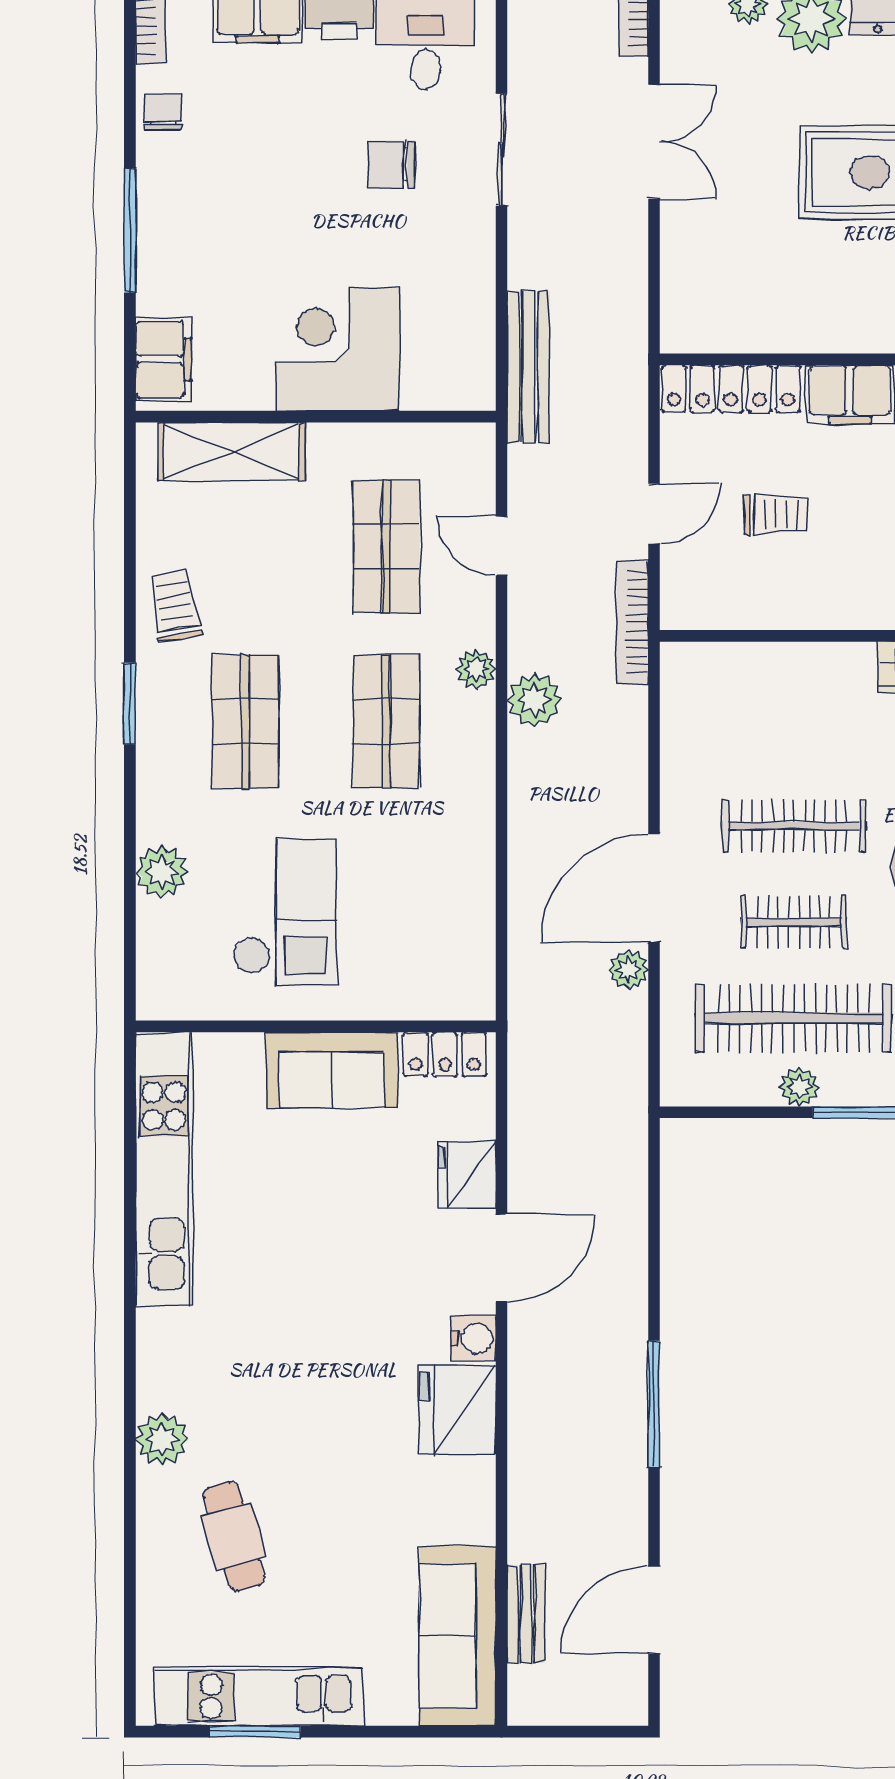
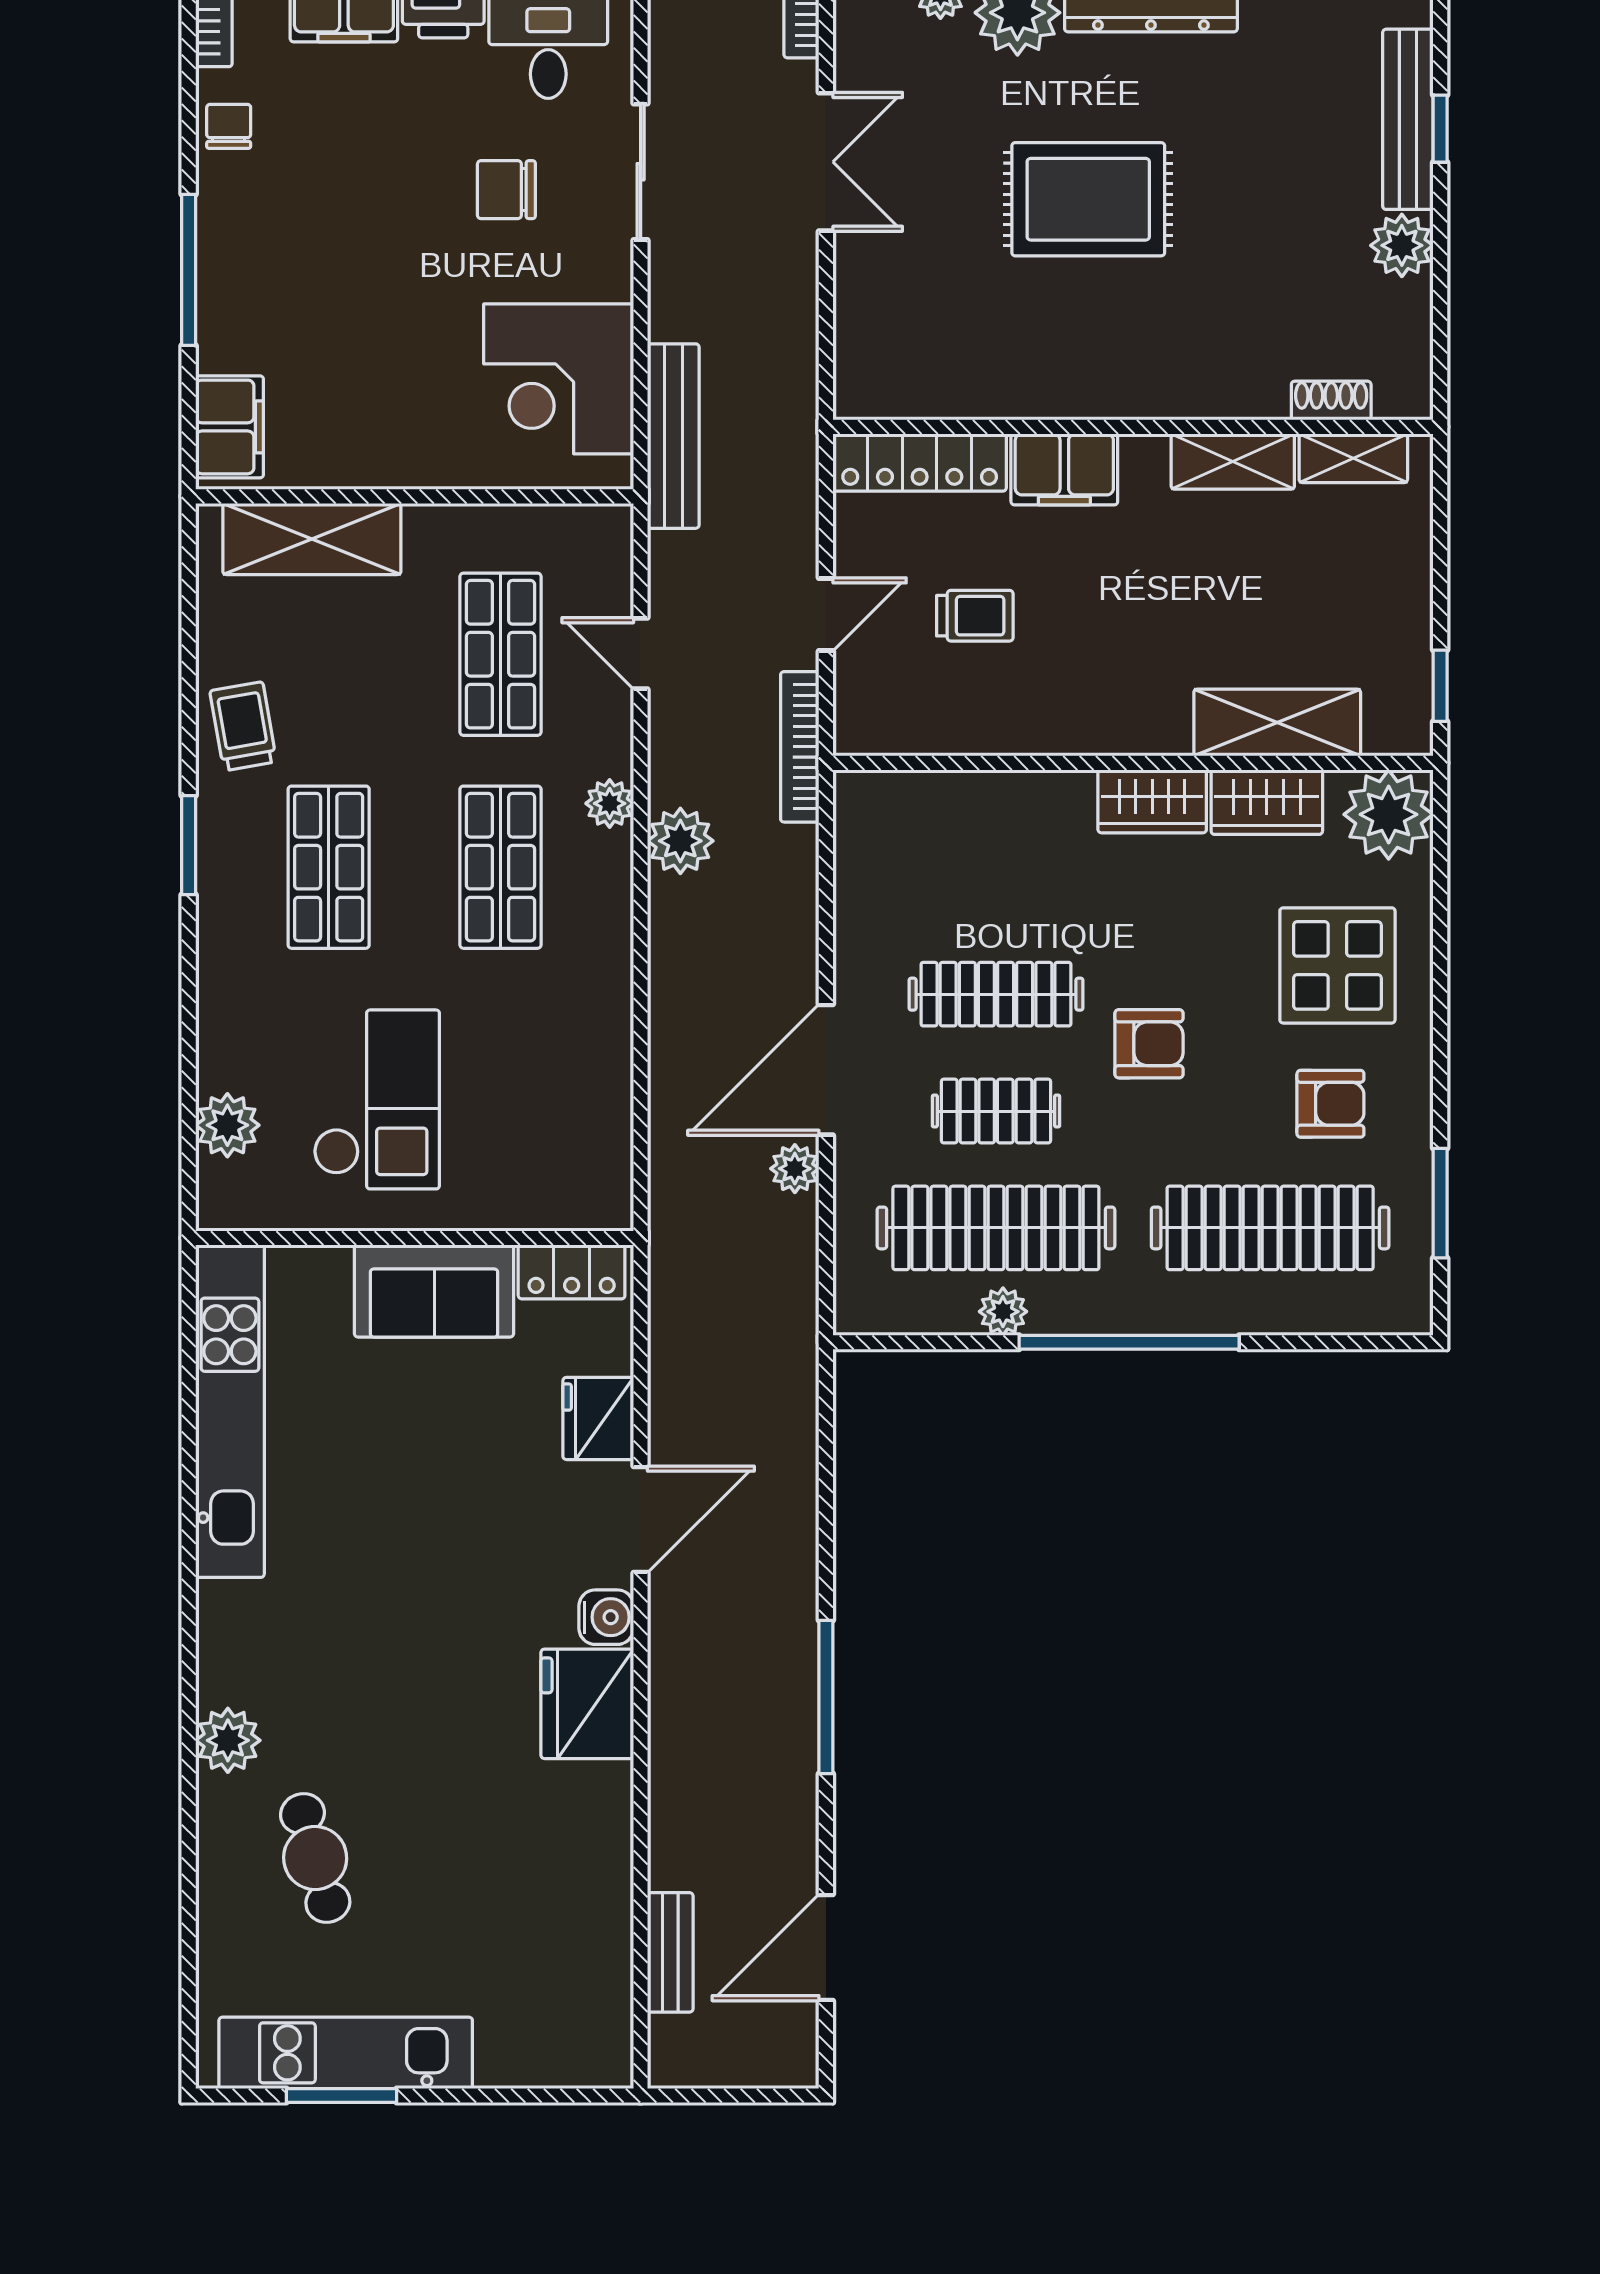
corner desk: (338, 349) -> (559, 379), moved, turned -90
plant: (162, 872) -> (227, 1125), moved
sofa: (458, 1636) -> (587, 1979), removed

